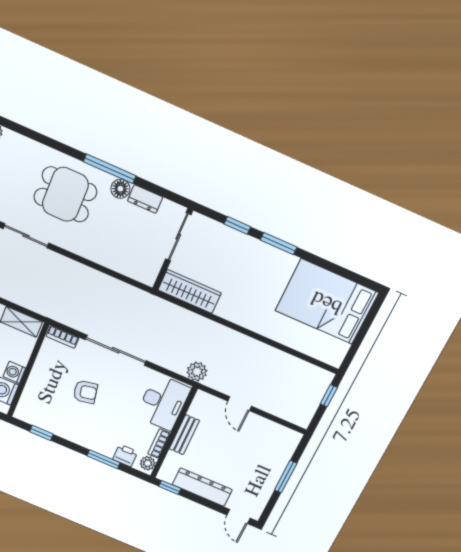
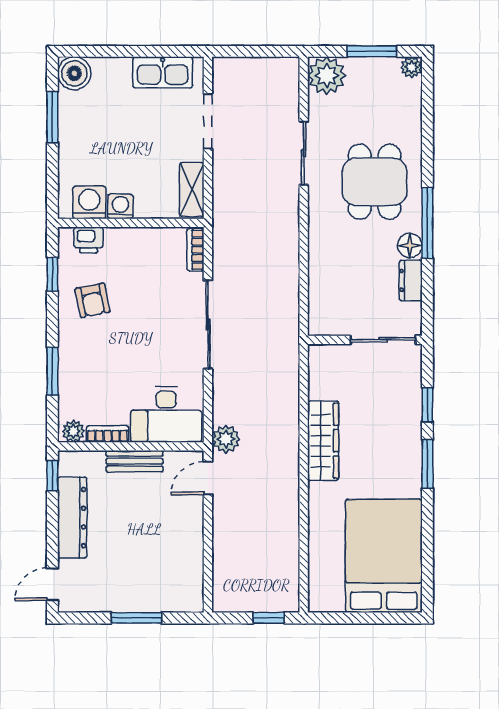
wardrobe: (190, 292) -> (323, 441), moved
armchair: (85, 392) -> (92, 300), moved
door: (240, 404) -> (208, 478), moved
printer: (125, 455) -> (89, 240), moved, turned 90

